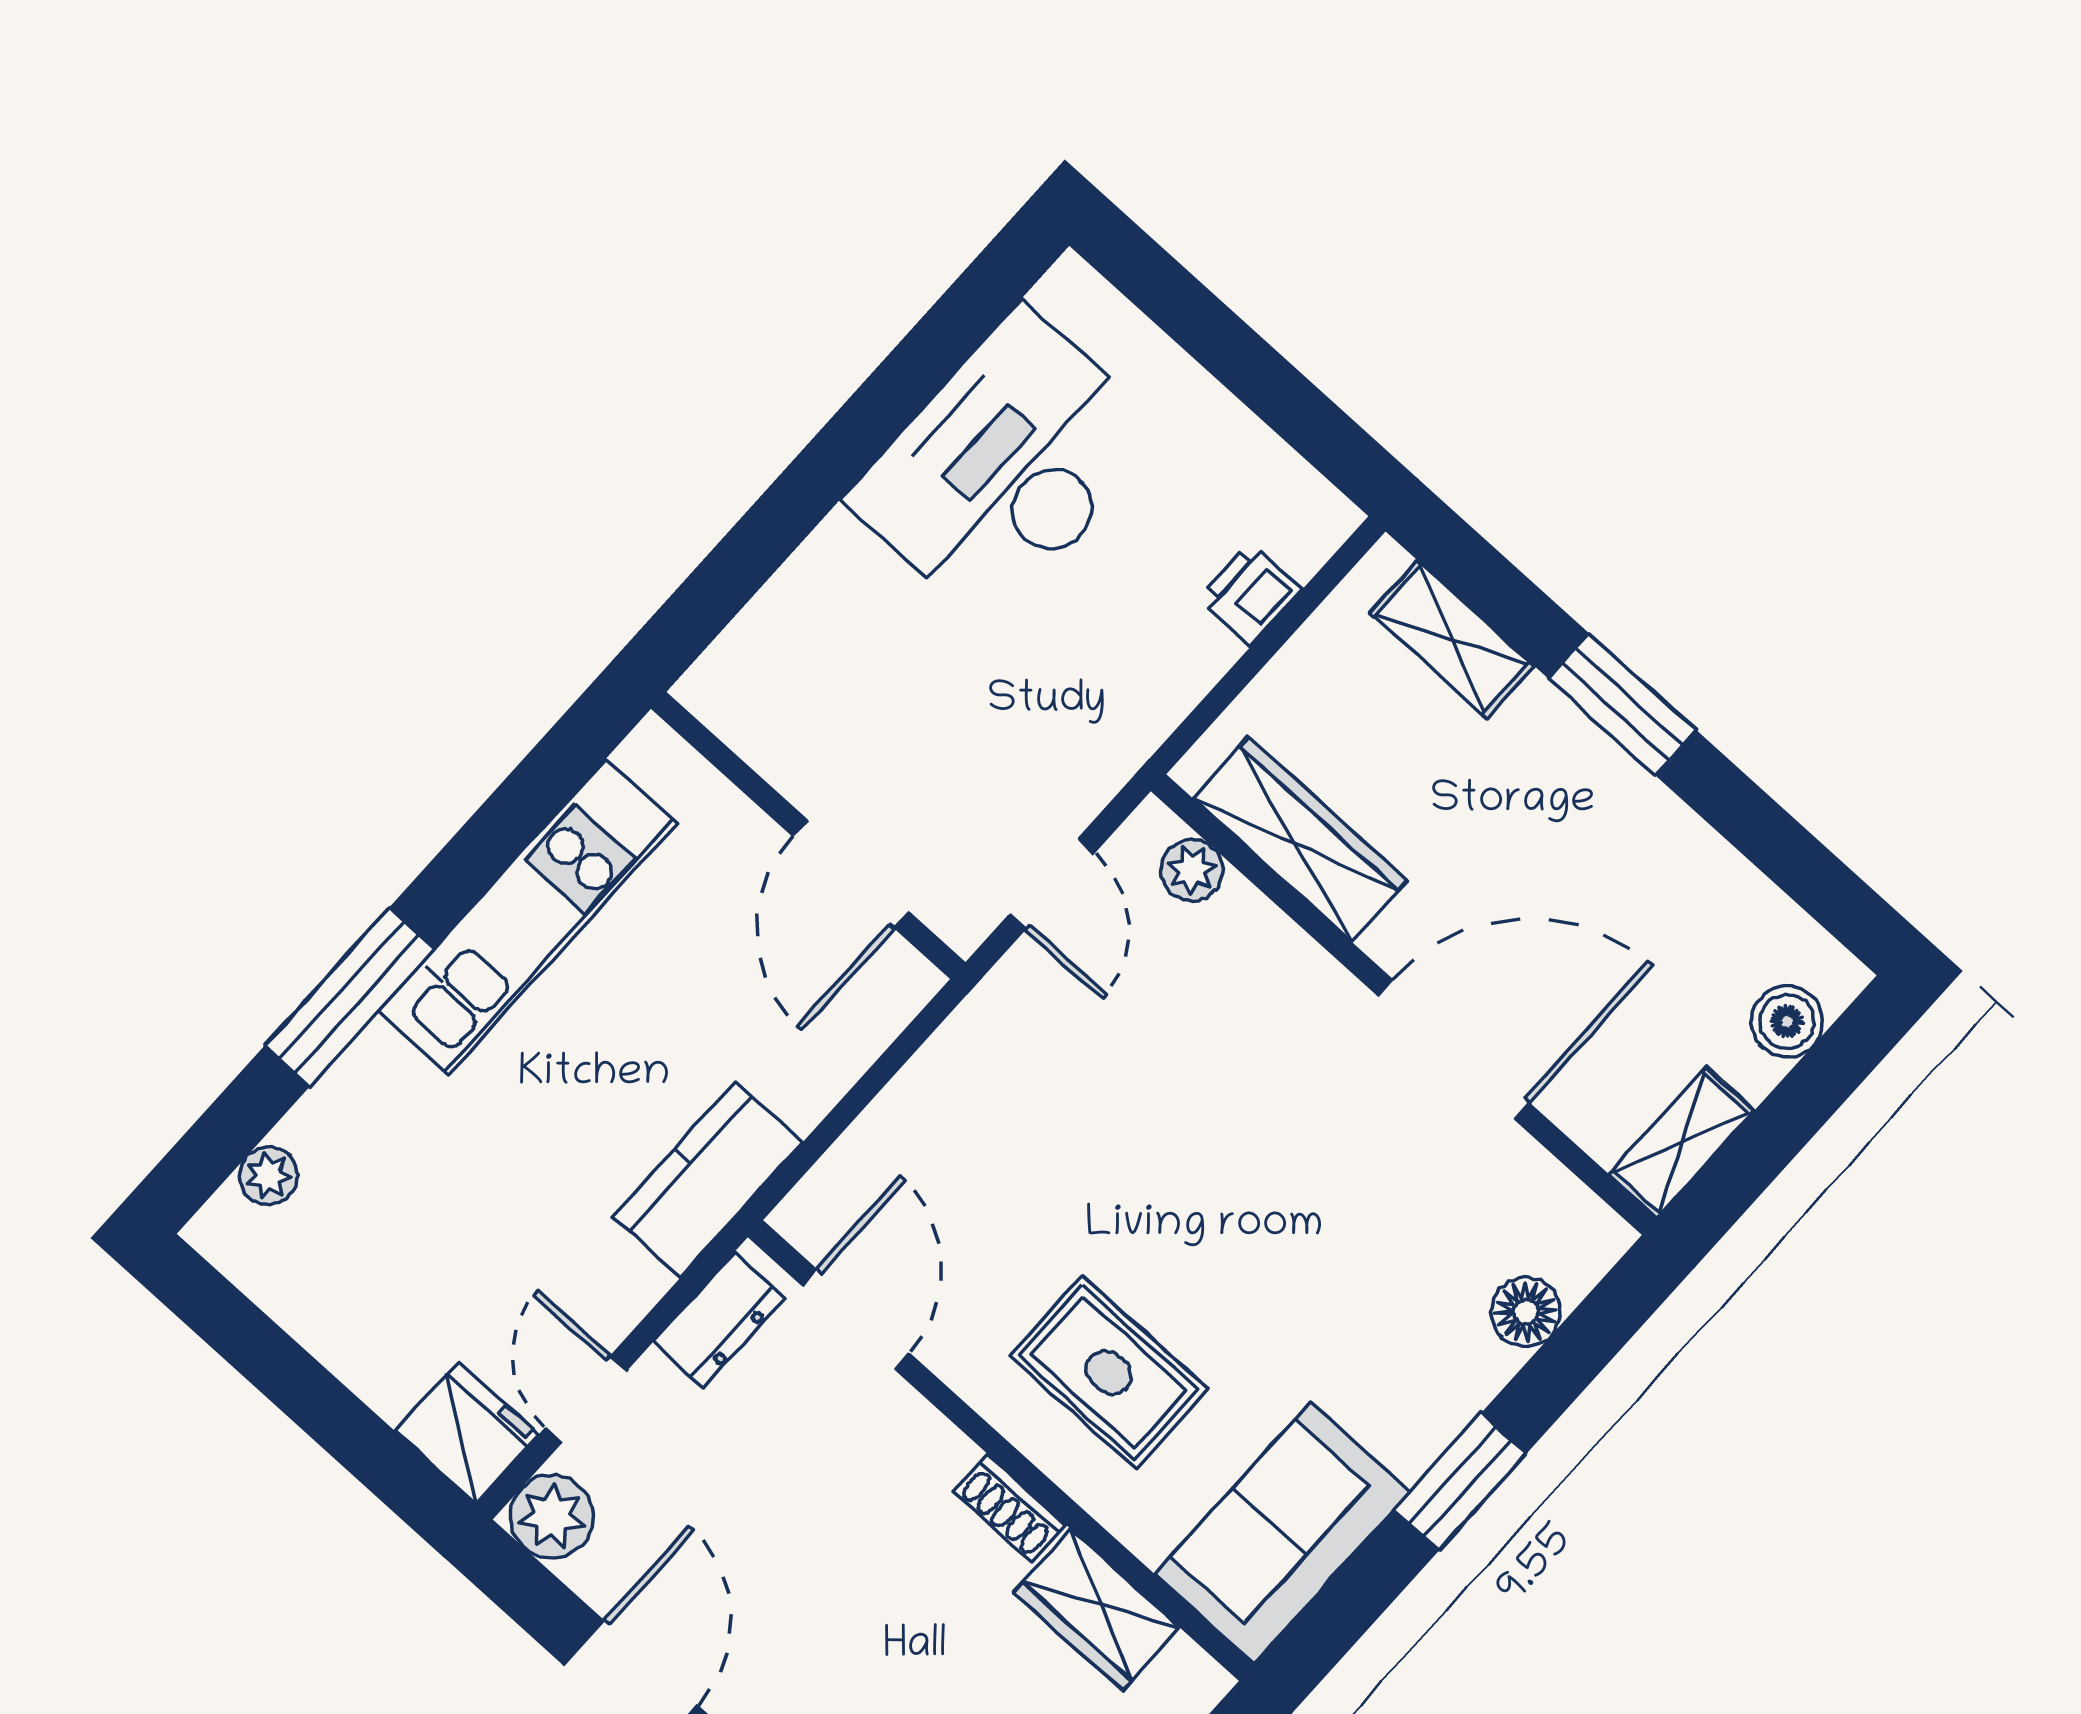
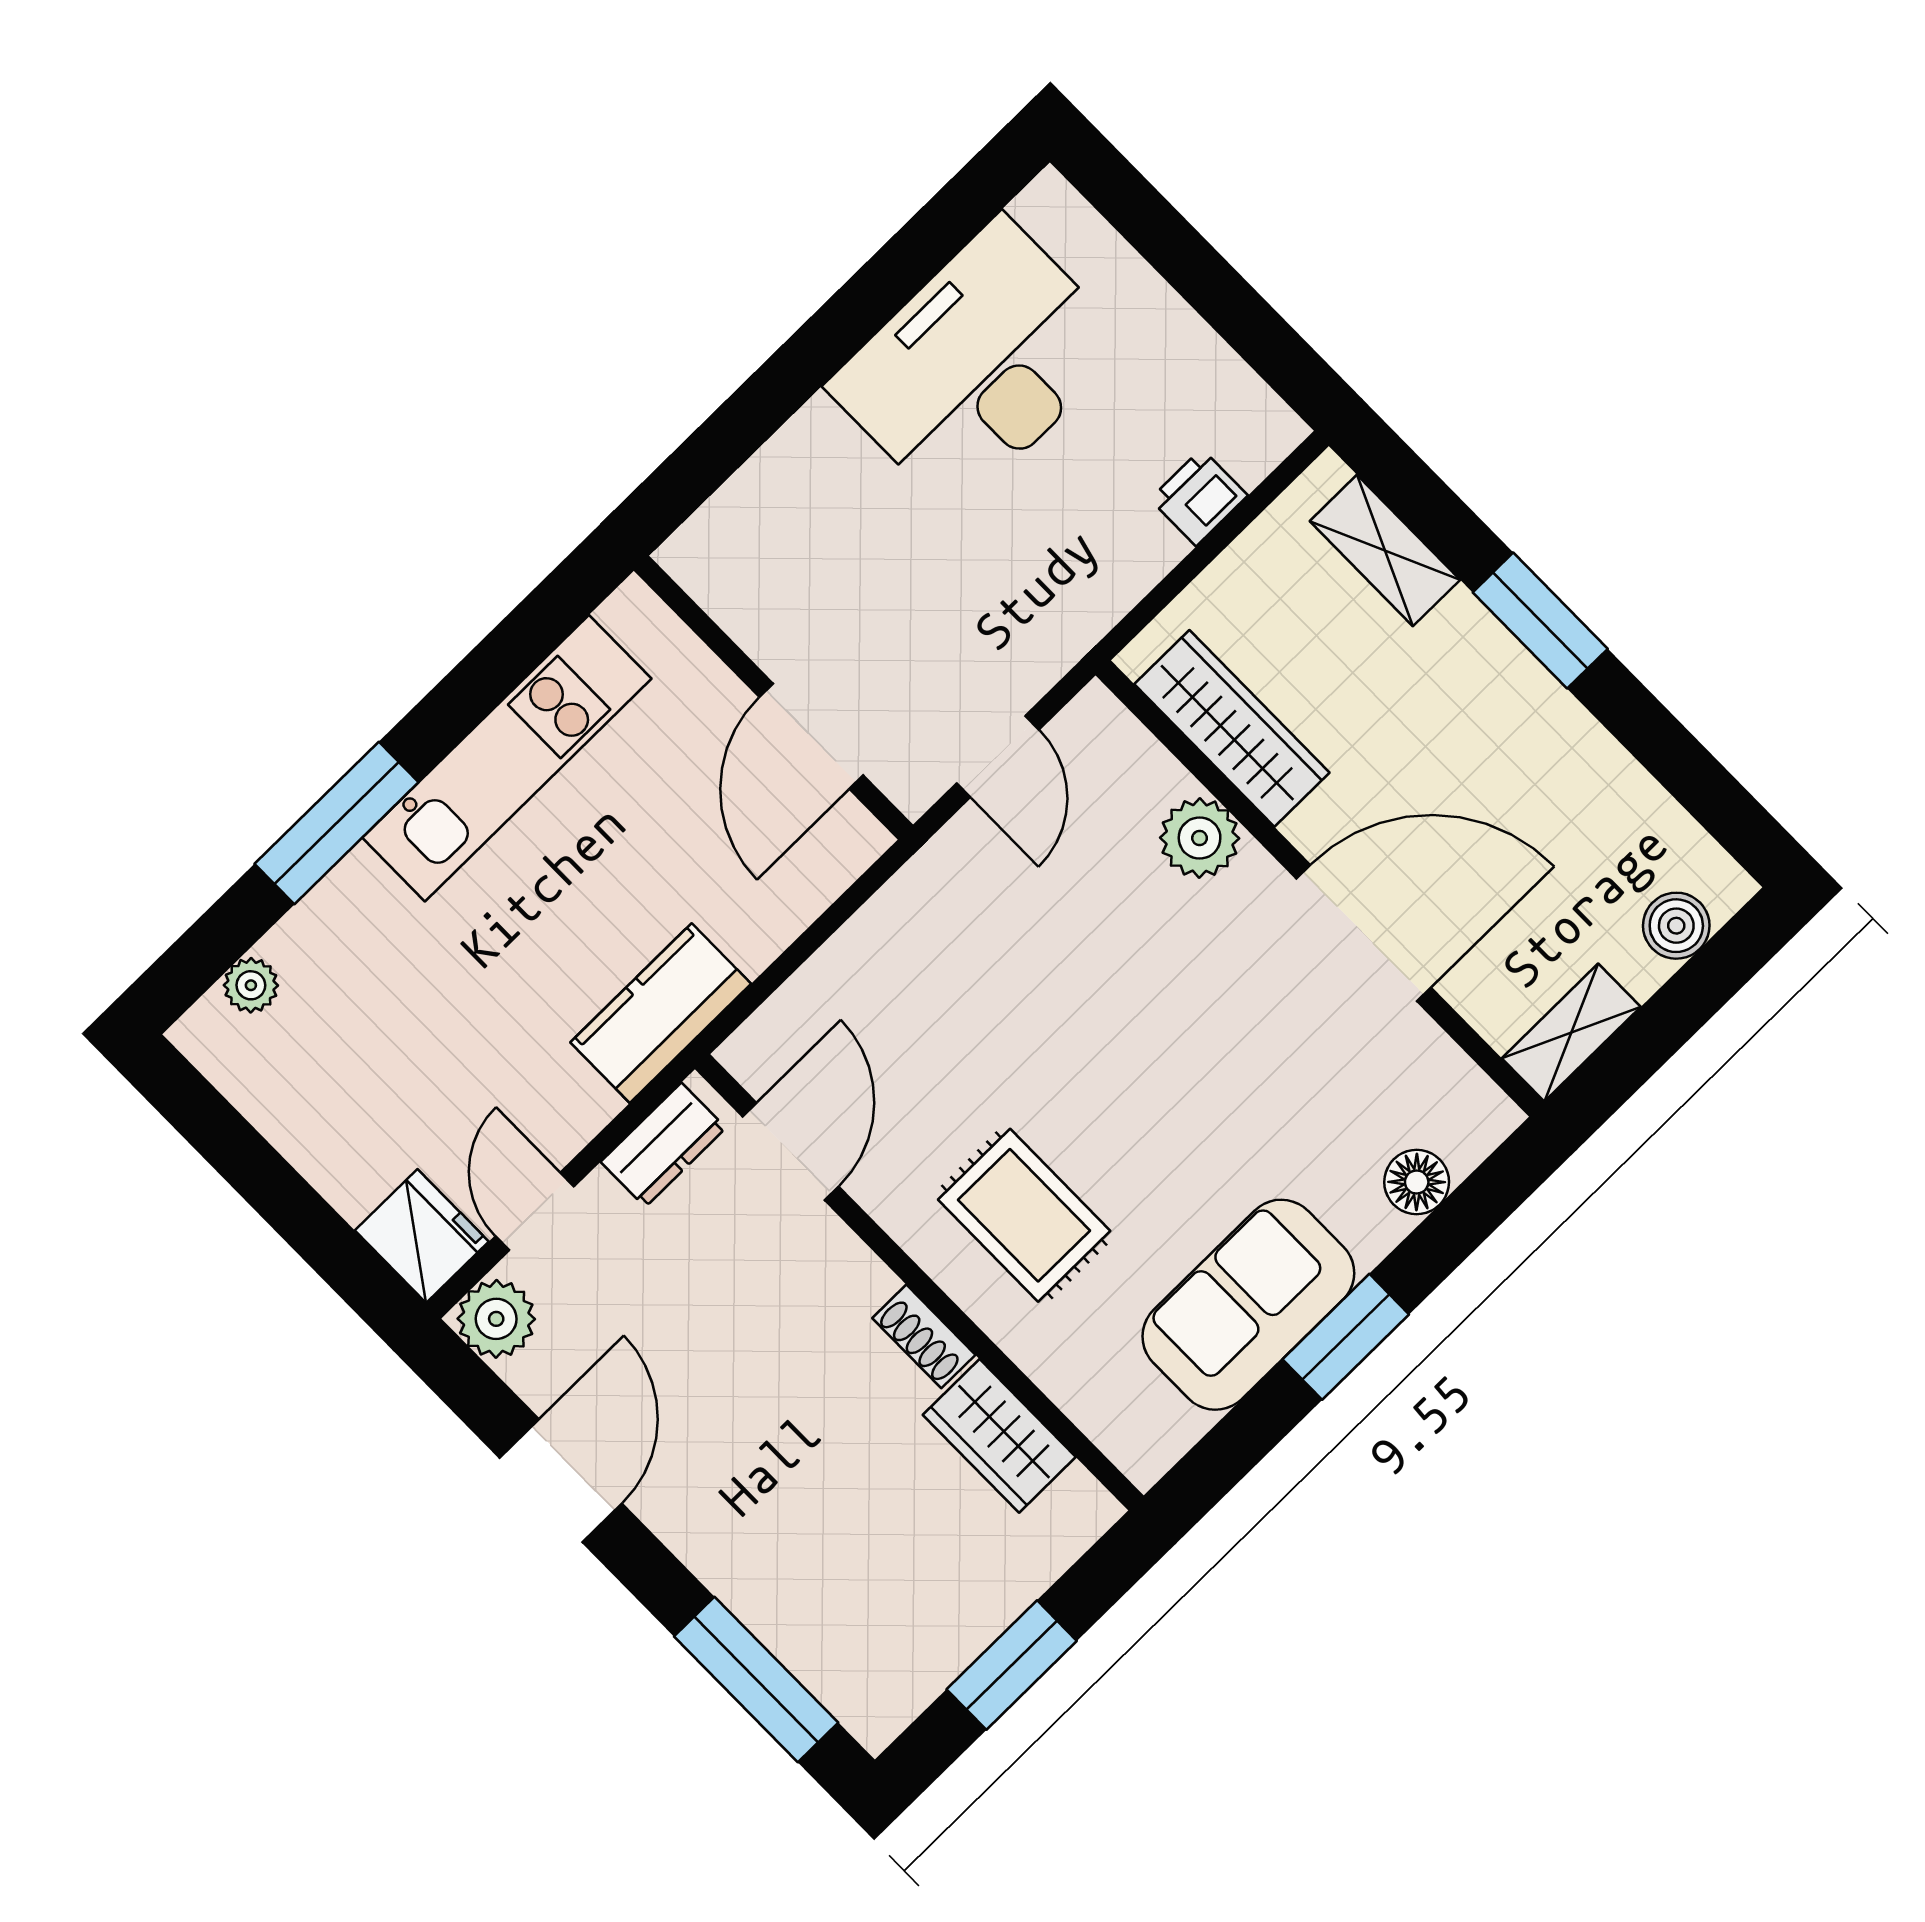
plant: (1192, 870) -> (1200, 838), moved, width x1.38, depth x1.38
sofa: (1282, 1533) -> (1248, 1305), moved

